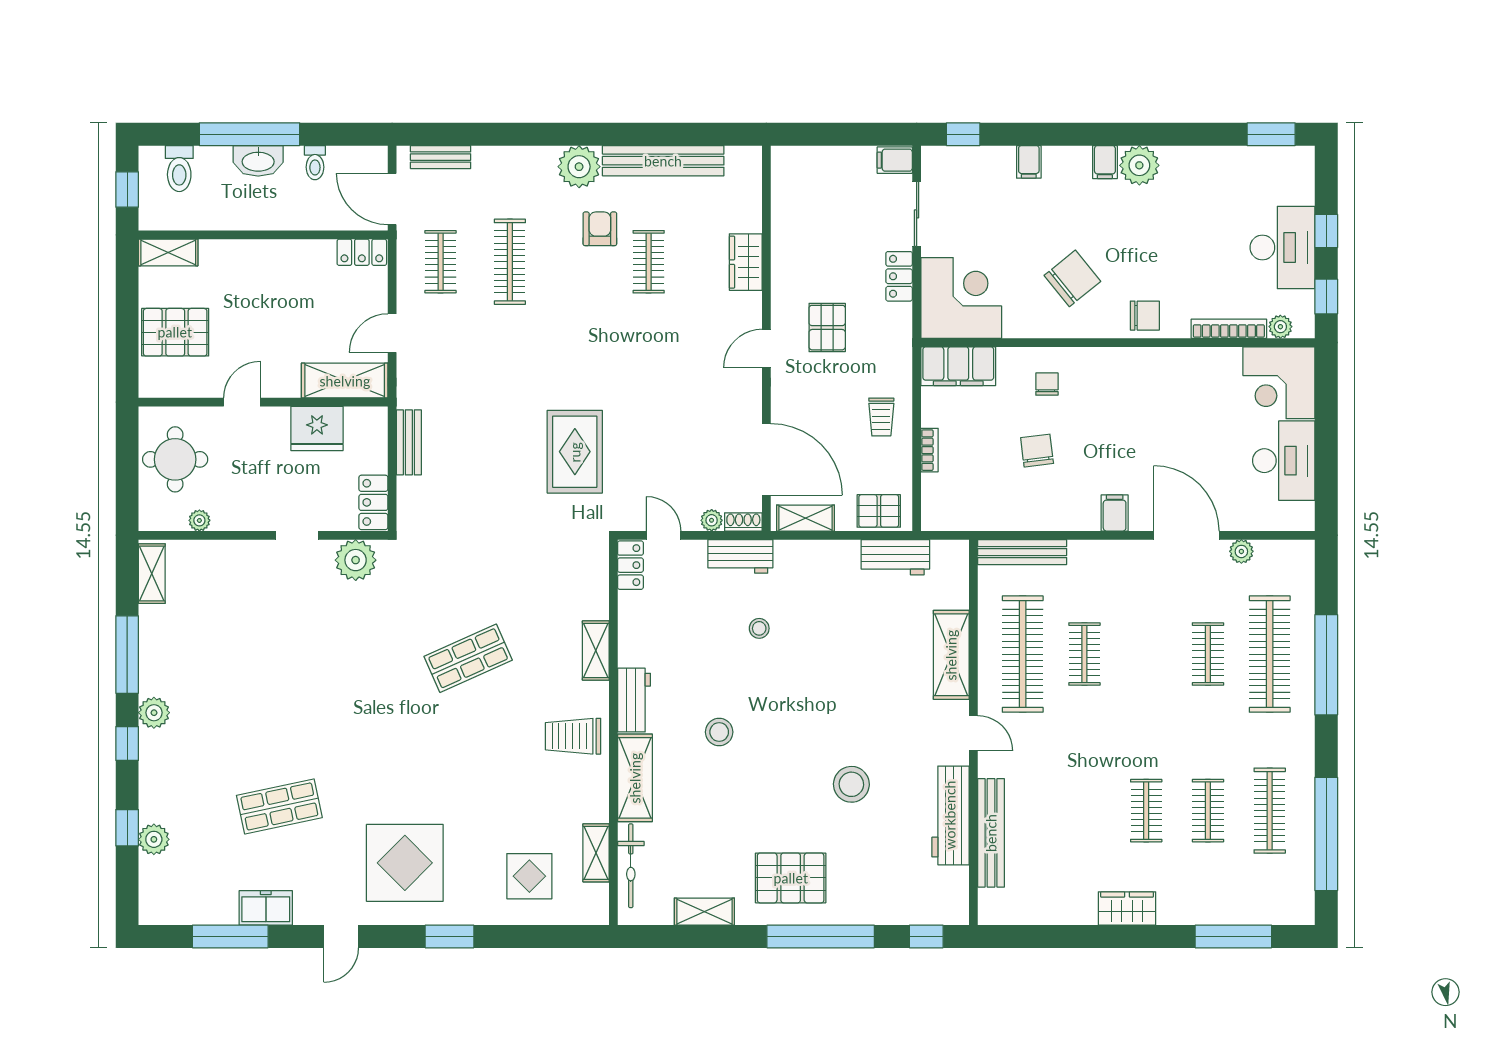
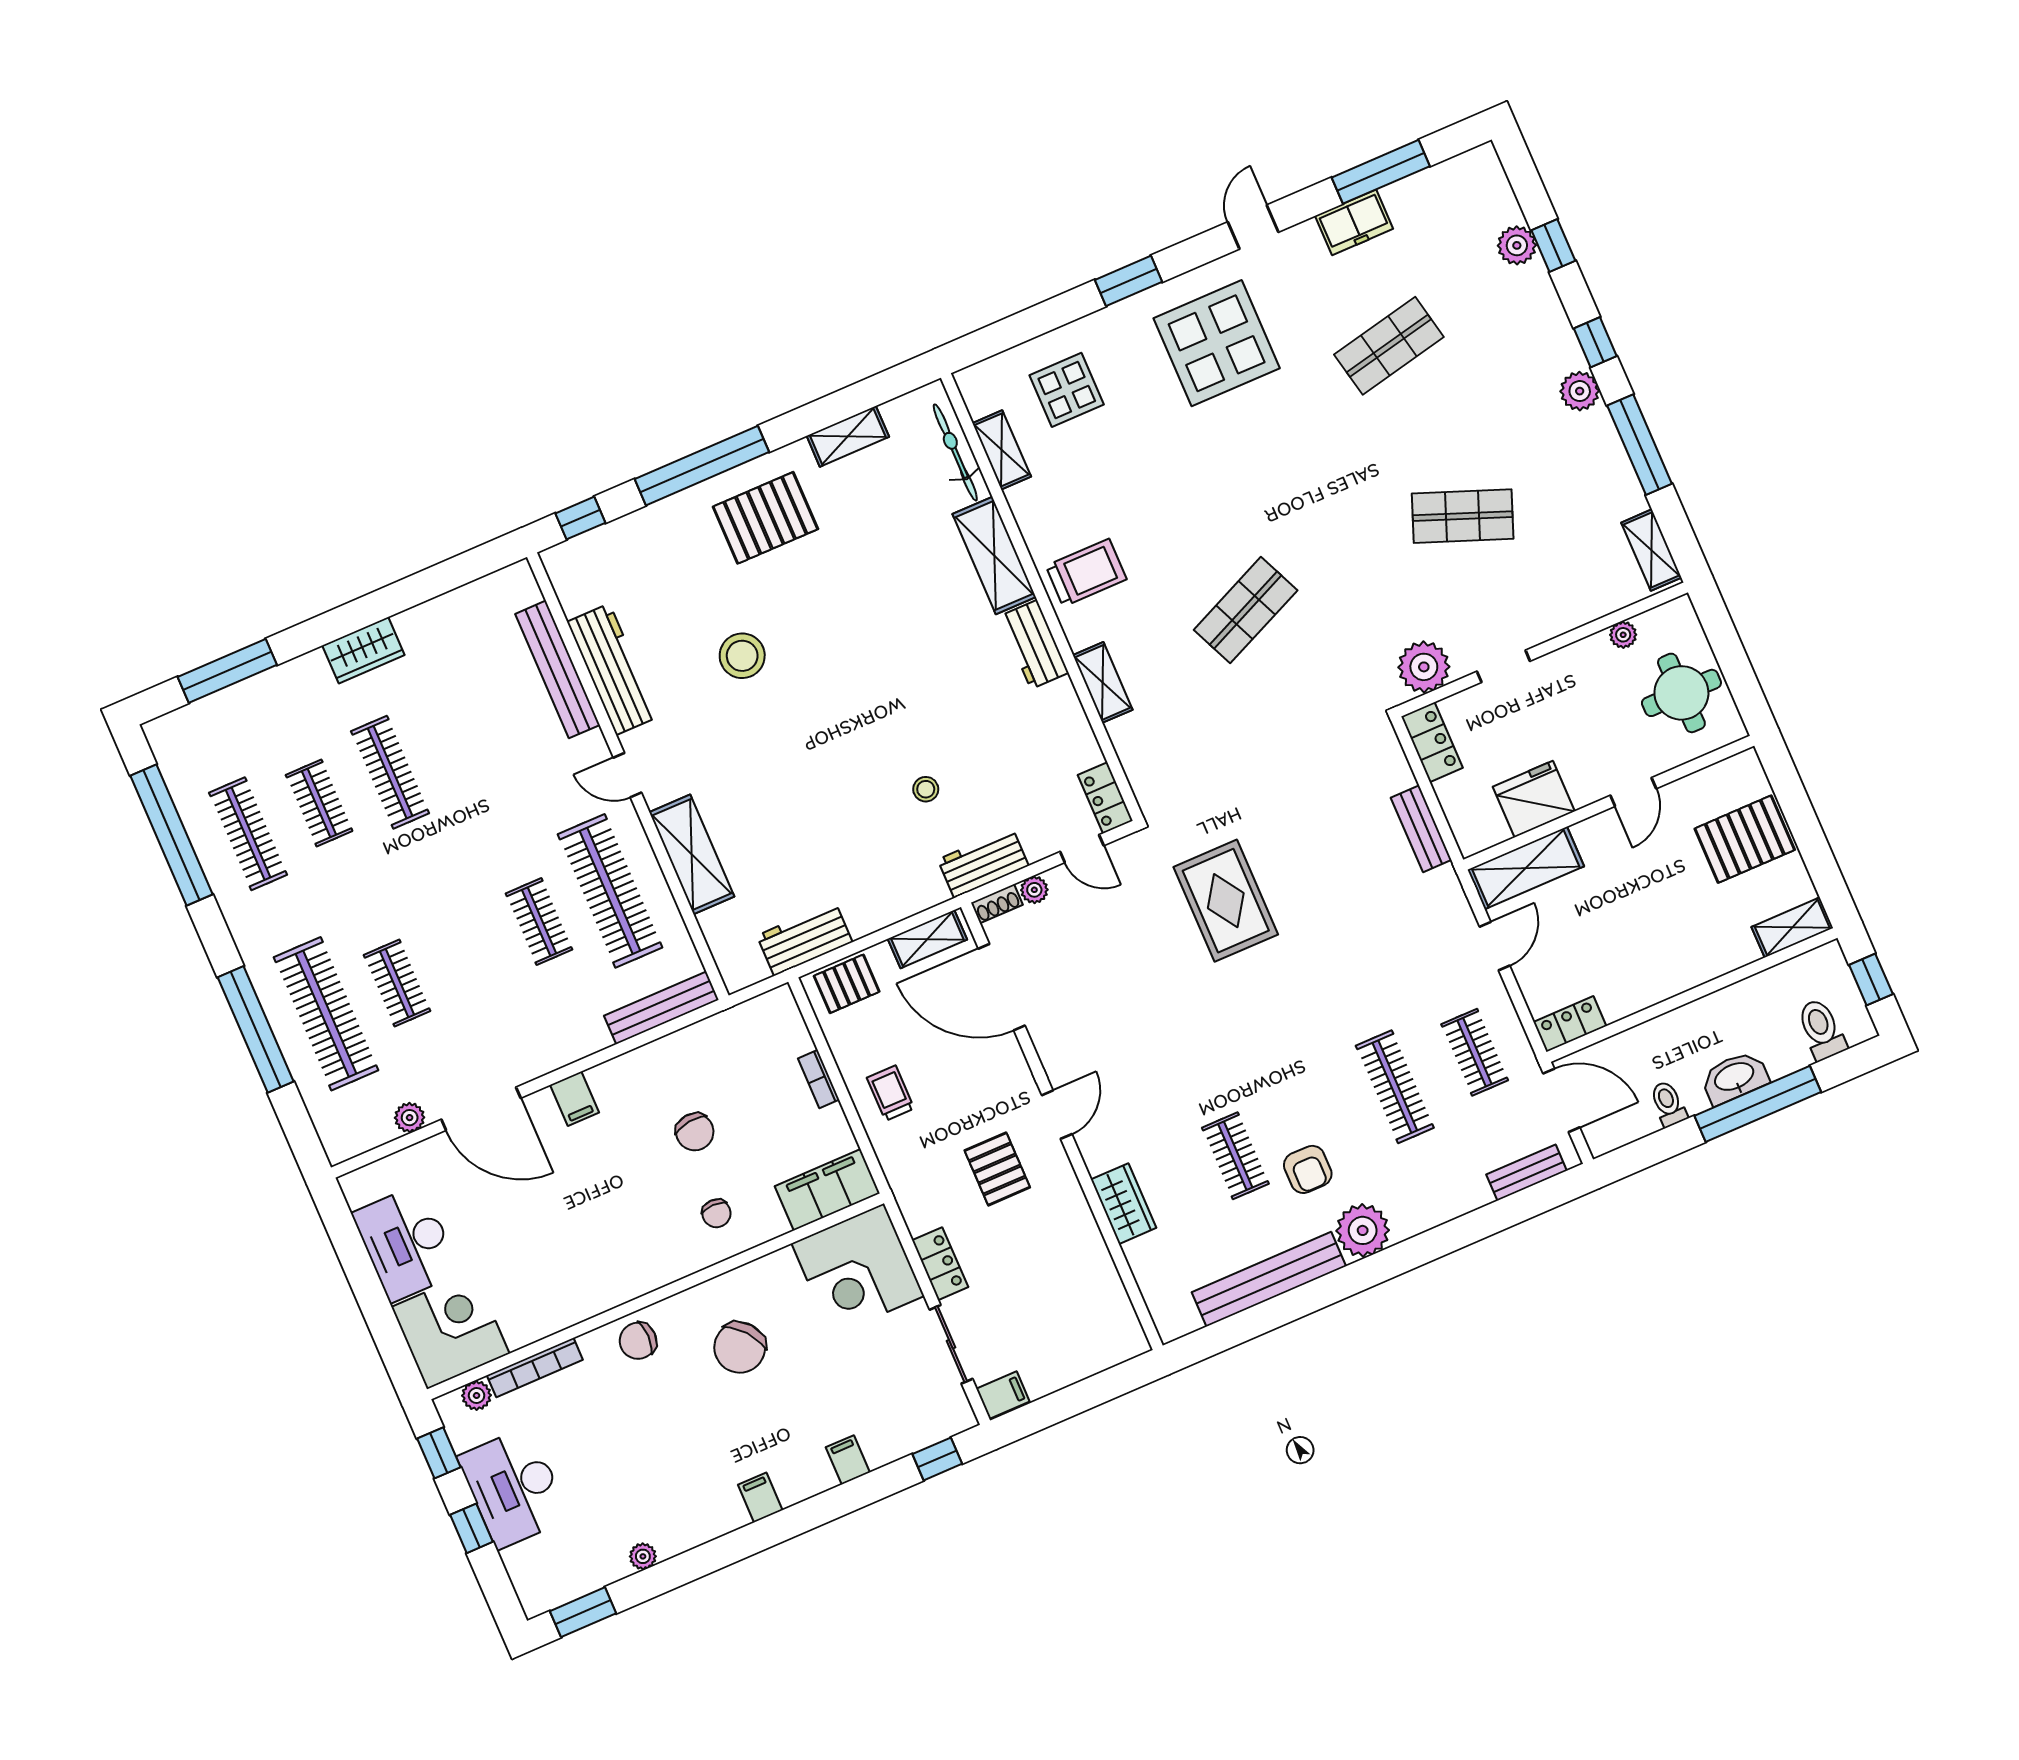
plant: (1139, 165) -> (643, 1556), moved, width x0.53, depth x0.53
shop shelf: (279, 658) -> (1463, 516), added
stool: (719, 732) -> (920, 650), removed
clothes rail: (1146, 811) -> (390, 772), width x1.36

